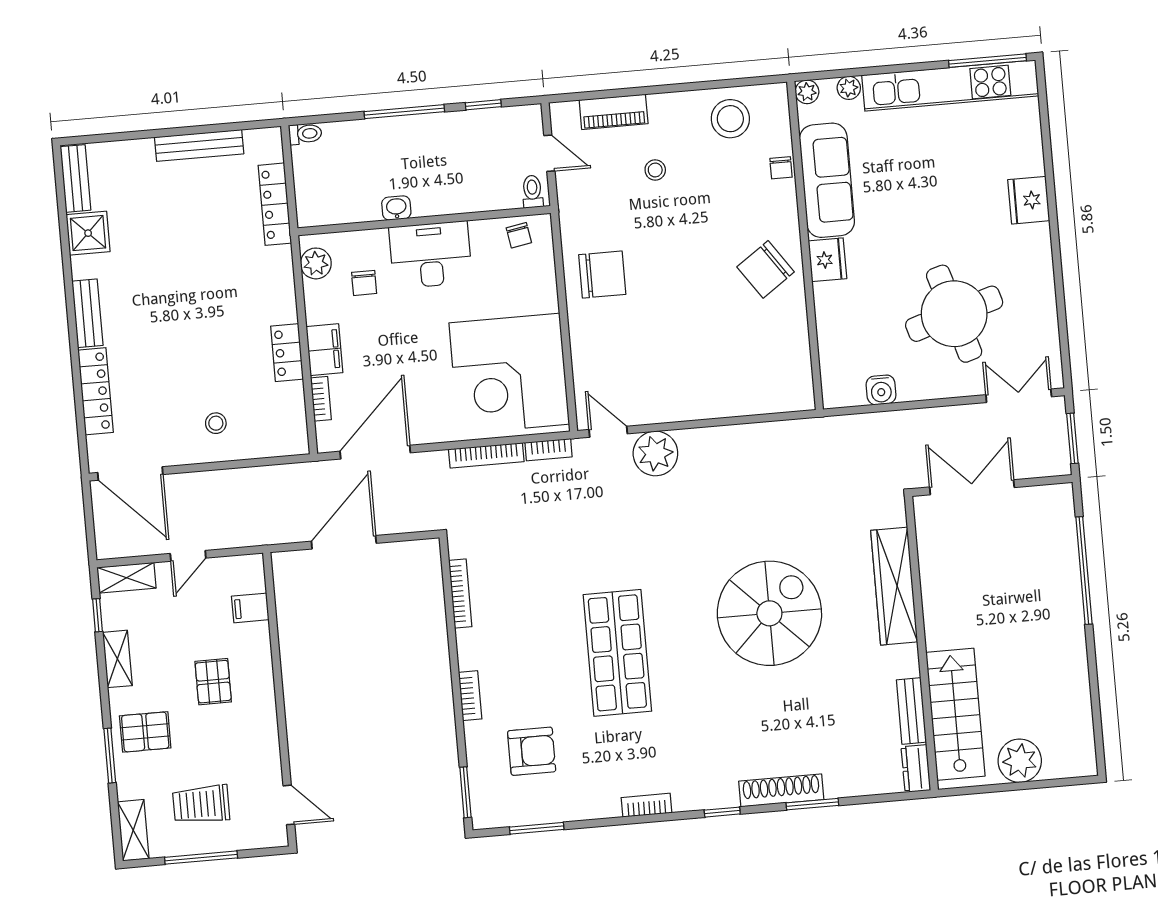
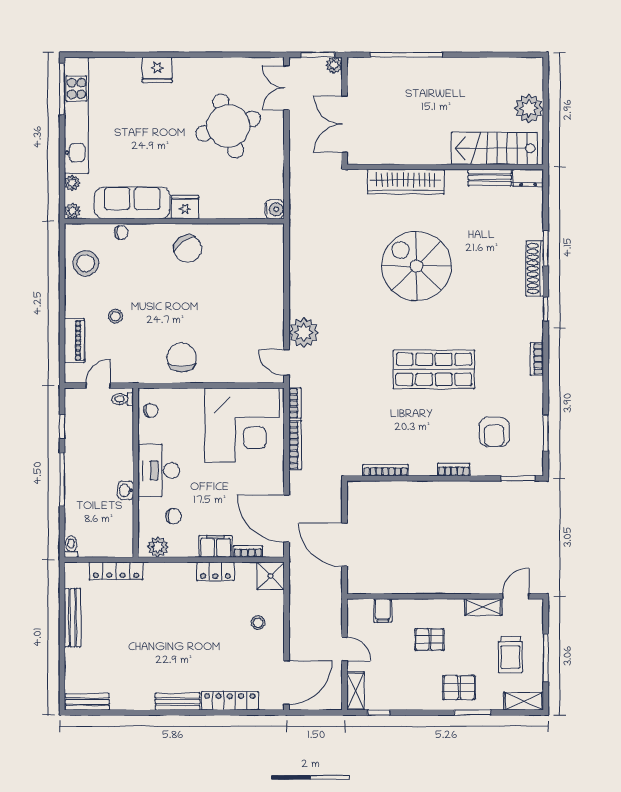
shower: (88, 233) -> (271, 576), moved
water cooler: (881, 390) -> (275, 209), moved
door: (608, 432) -> (286, 363), hinge flipped
plant: (1059, 464) -> (334, 65), added
shelving: (117, 659) -> (483, 607), moved
pallet: (145, 732) -> (459, 688), turned 90
armchair: (532, 751) -> (494, 432), turned 180

